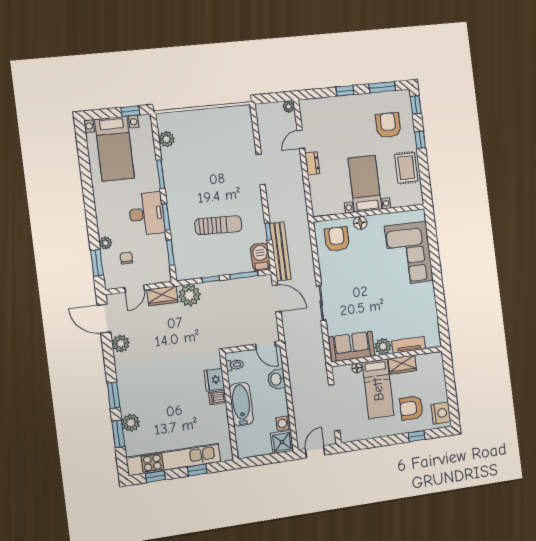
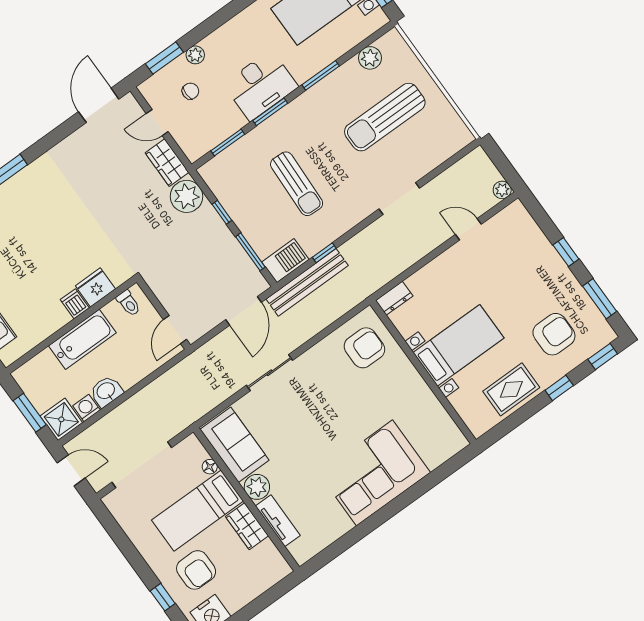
sun lounger: (207, 151) -> (385, 117), added
dresser: (312, 163) -> (394, 298), moved
floor lamp: (360, 223) -> (403, 367), removed
corner sofa: (409, 253) -> (375, 473), moved
plant: (121, 344) -> (79, 143), removed
washbasin: (276, 379) -> (106, 391), moved
armchair: (411, 408) -> (196, 570), turned 180
window: (268, 459) -> (30, 413), added

